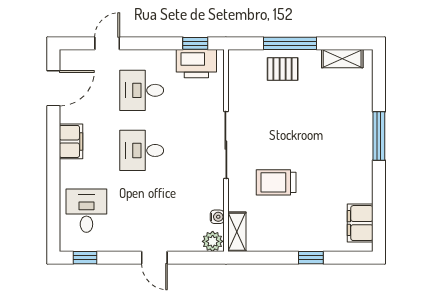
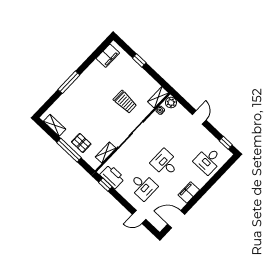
shelving: (237, 88) -> (106, 153), added
desk: (142, 150) -> (165, 163), turned 180

